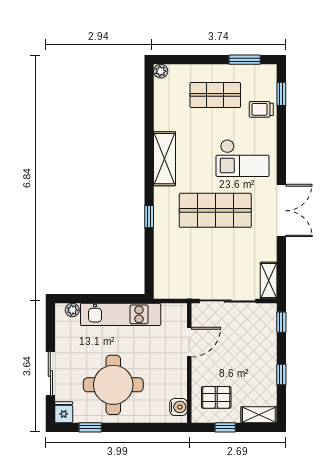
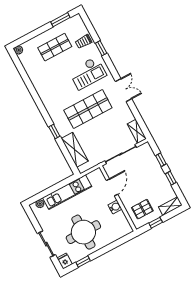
window: (281, 94) -> (101, 48), moved
shelving: (165, 159) -> (75, 150), moved
double door: (281, 211) -> (124, 90), width x0.73
window: (281, 322) -> (161, 160), moved
water cooler: (178, 407) -> (115, 207), moved

